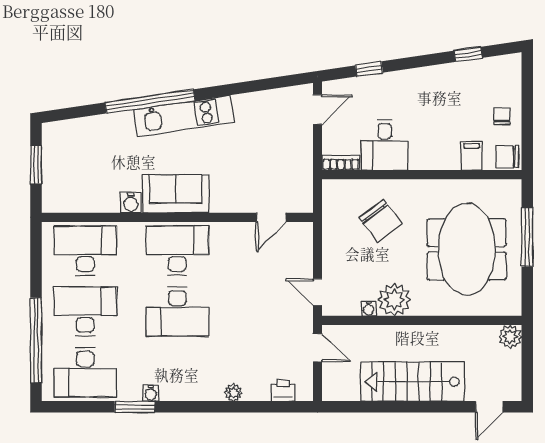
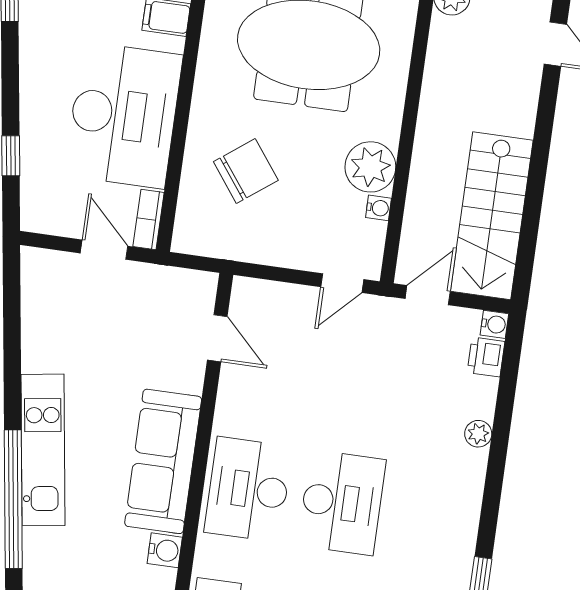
door: (317, 110) -> (104, 250), moved
desk: (385, 145) -> (124, 115), width x1.87, depth x1.30
sofa: (176, 194) -> (163, 461), width x1.36
stairs: (413, 382) -> (492, 216), moved
water cooler: (151, 393) -> (494, 324), moved

